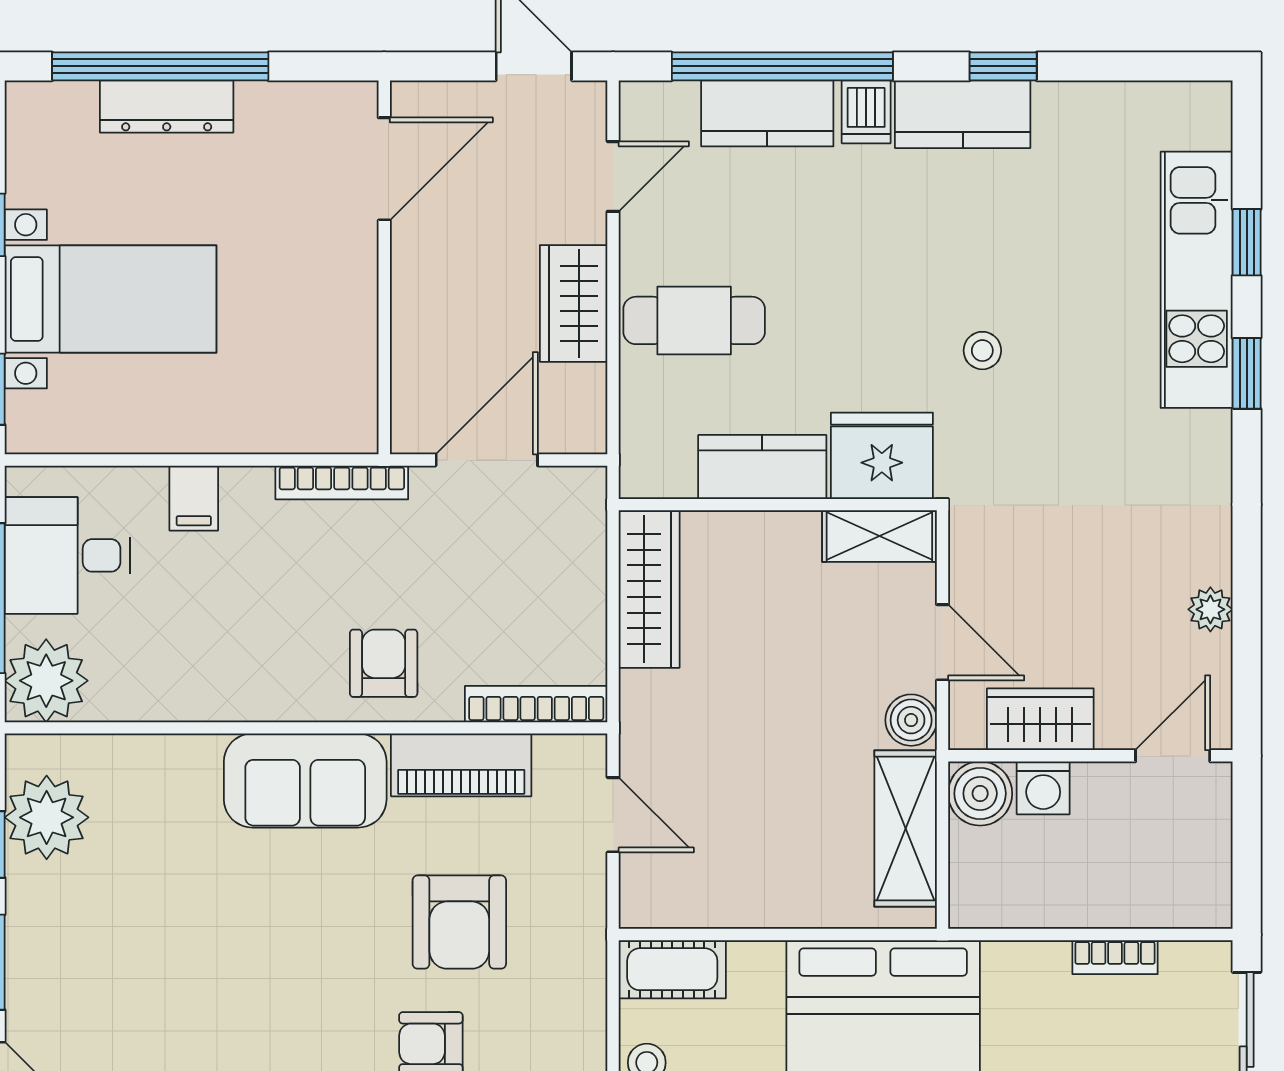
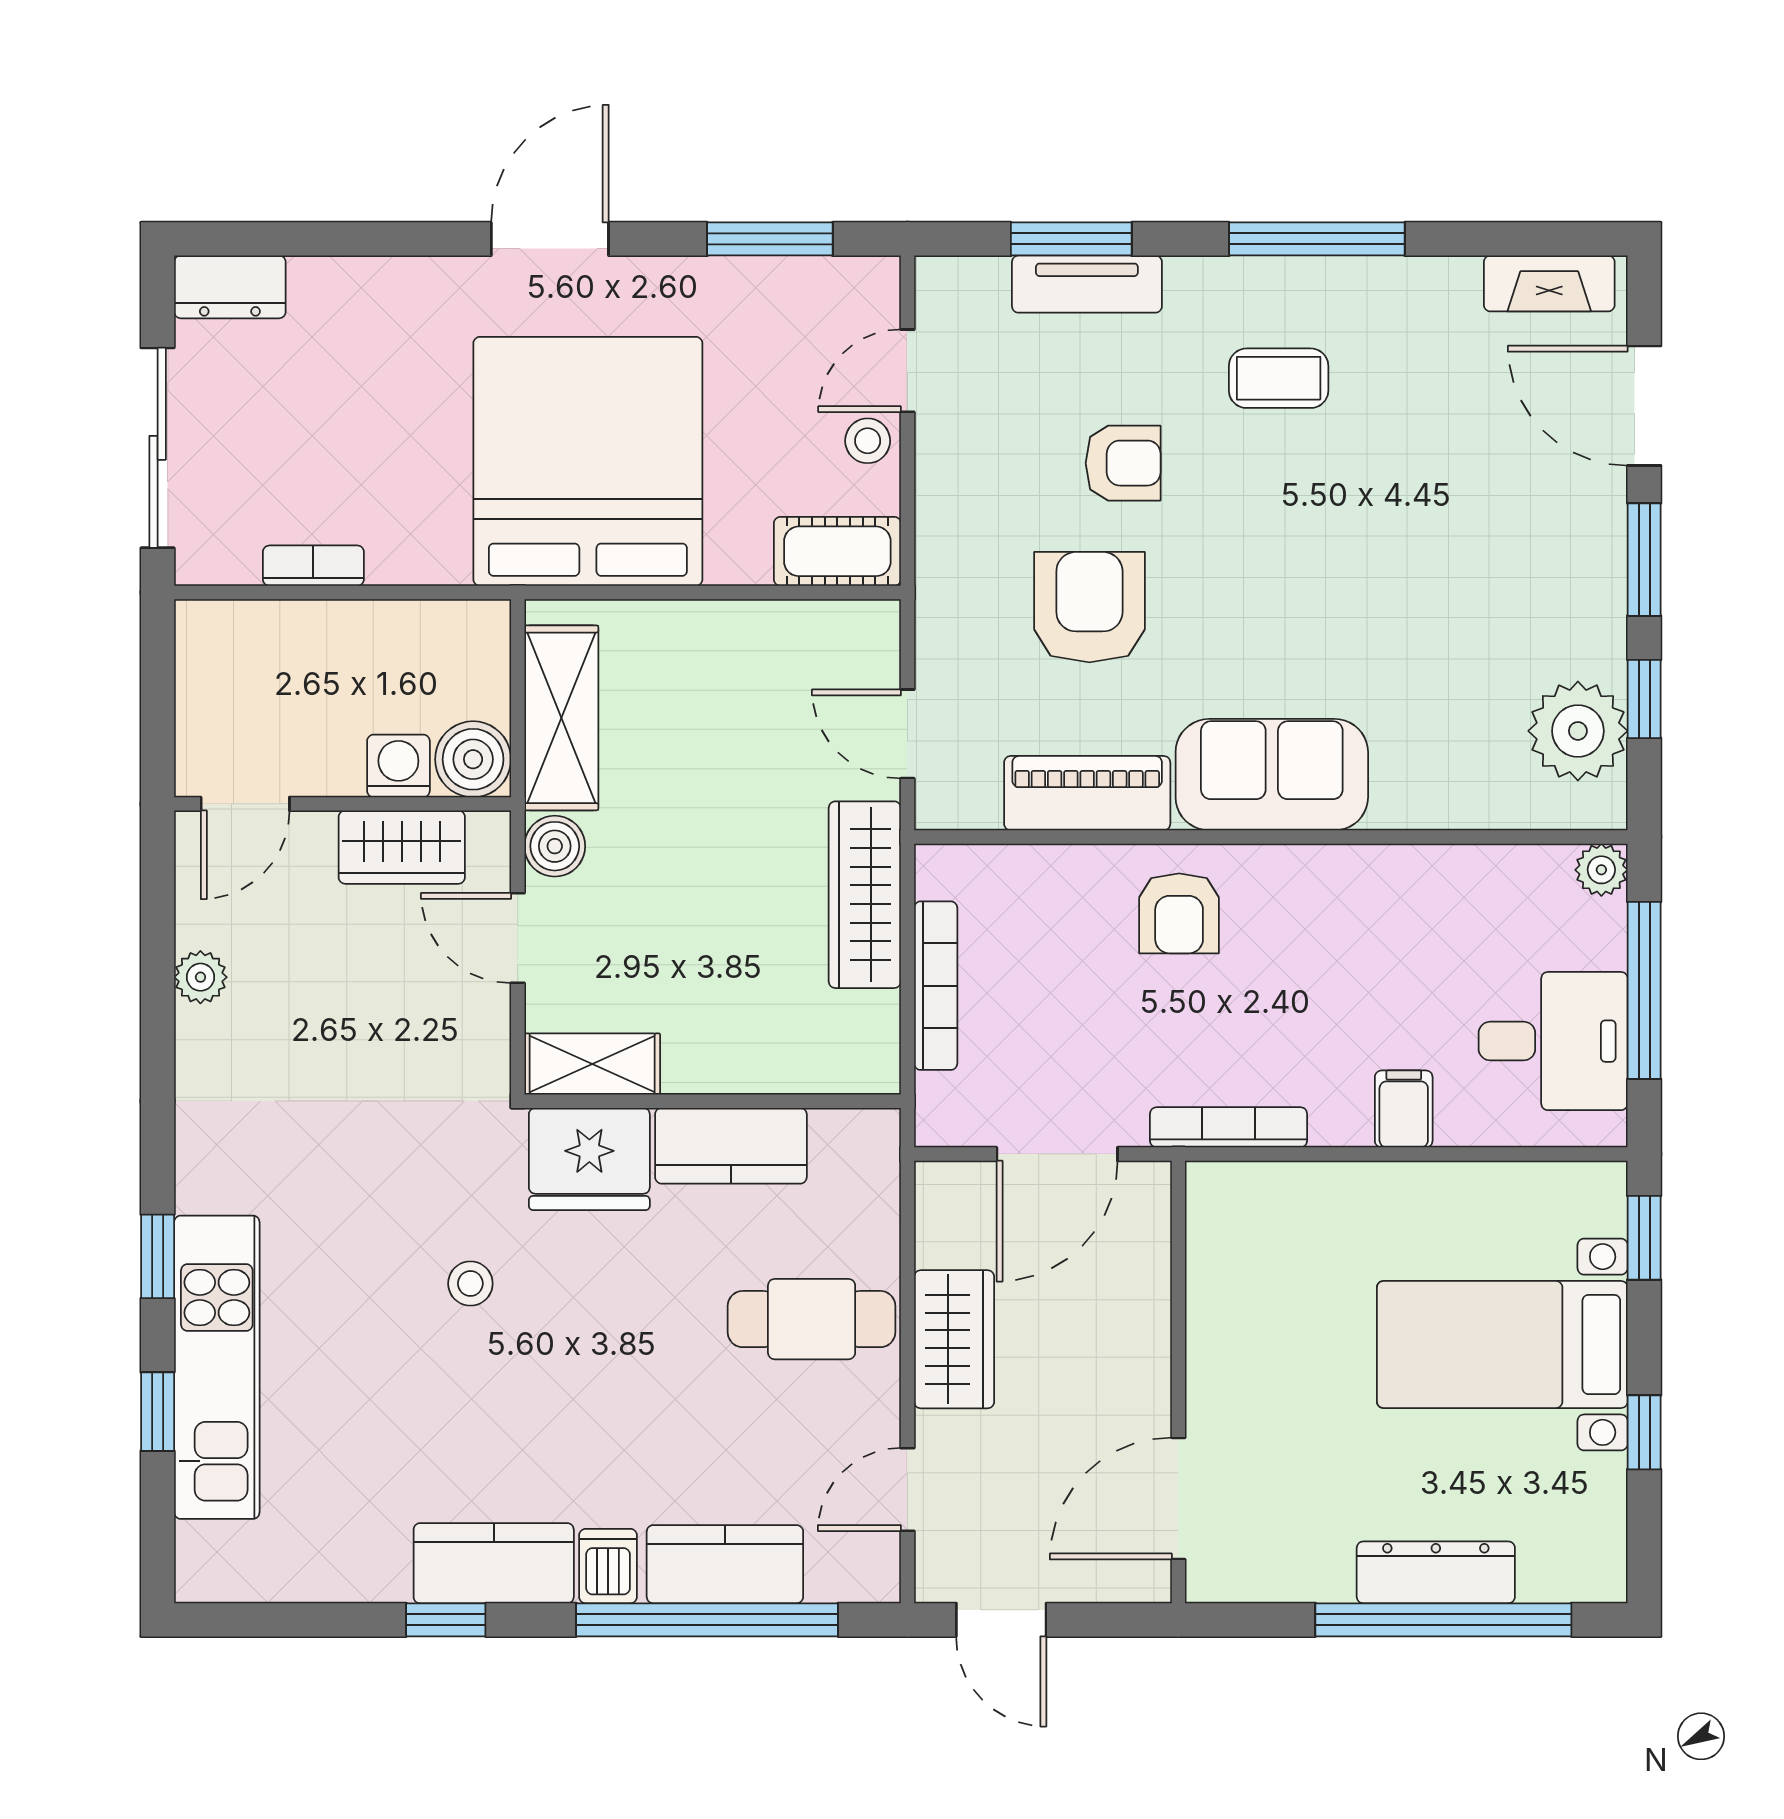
wardrobe: (649, 589) -> (865, 895), moved
plant: (46, 681) -> (1601, 870), width x0.53, depth x0.53
bookcase: (536, 704) -> (936, 986), moved, turned -90

